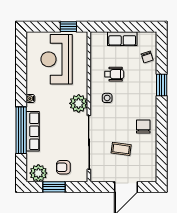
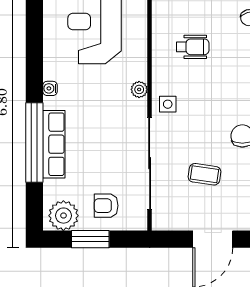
side table: (107, 98) -> (168, 104), moved
plant: (79, 103) -> (139, 89), width x0.53, depth x0.53

